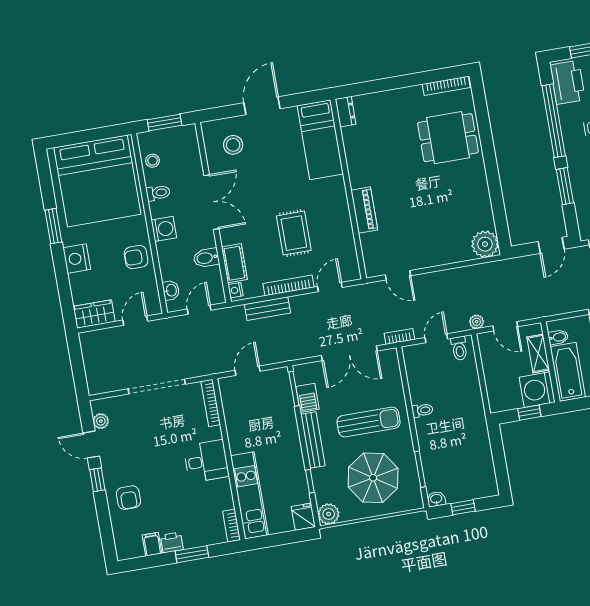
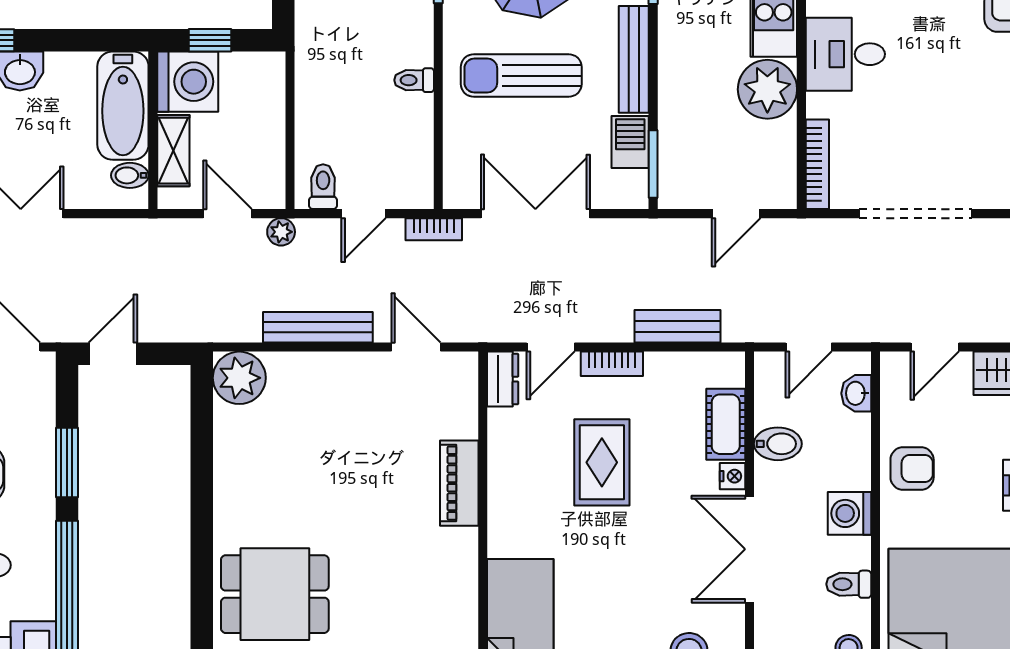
dresser: (351, 267) -> (503, 379), added
bench: (450, 277) -> (318, 327), added
bookcase: (289, 285) -> (612, 364), width x0.64
nightstand: (236, 290) -> (732, 476), moved
plant: (243, 437) -> (767, 89), added

